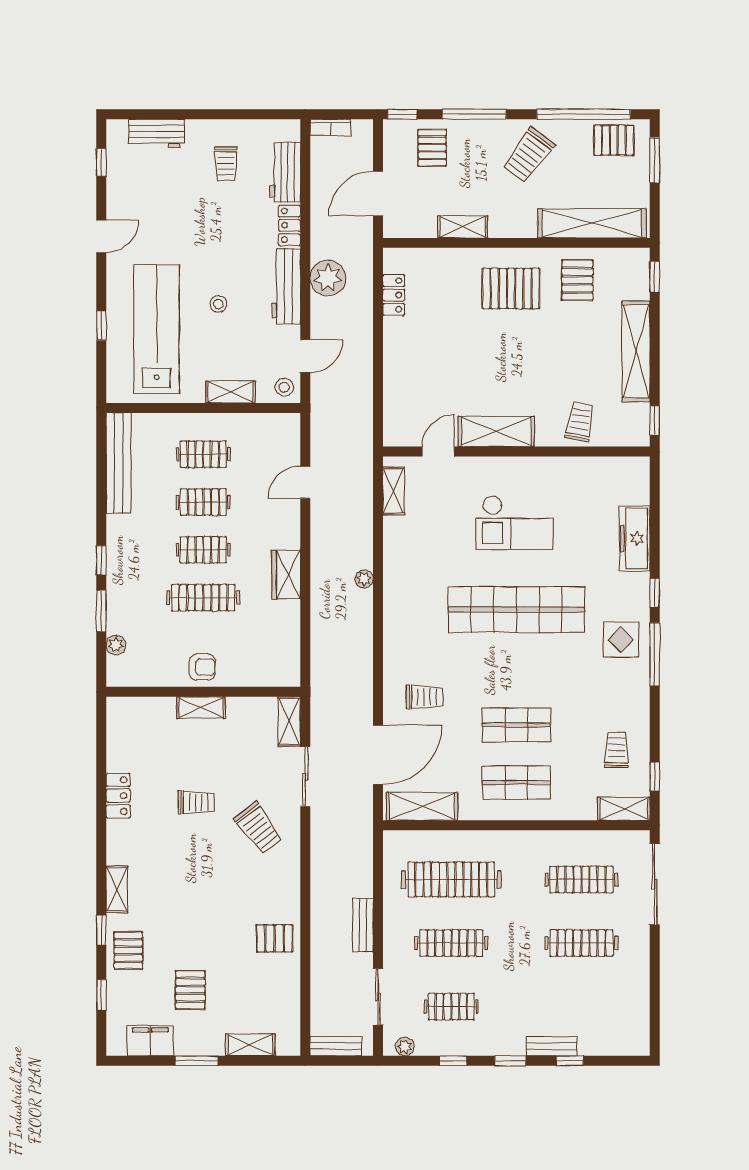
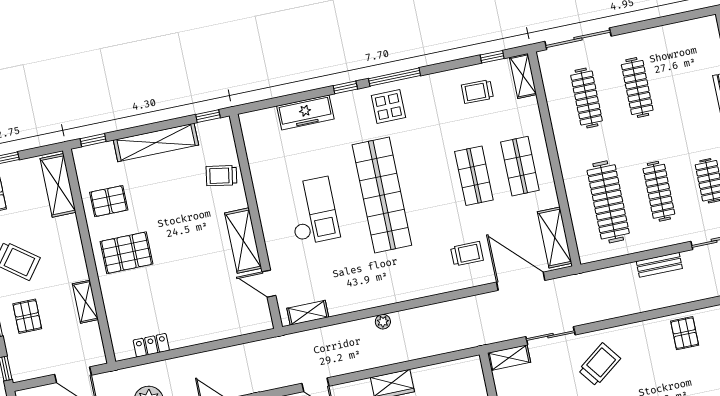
pallet: (432, 148) -> (27, 316), moved, turned 90
shelving: (592, 223) -> (58, 185), width x0.68
pallet: (511, 288) -> (127, 253), turned 90
trolley: (425, 697) -> (467, 254), turned 90

